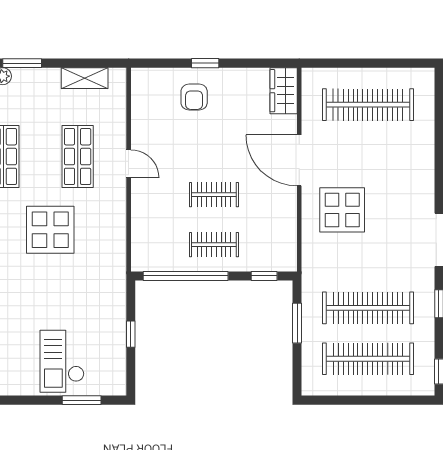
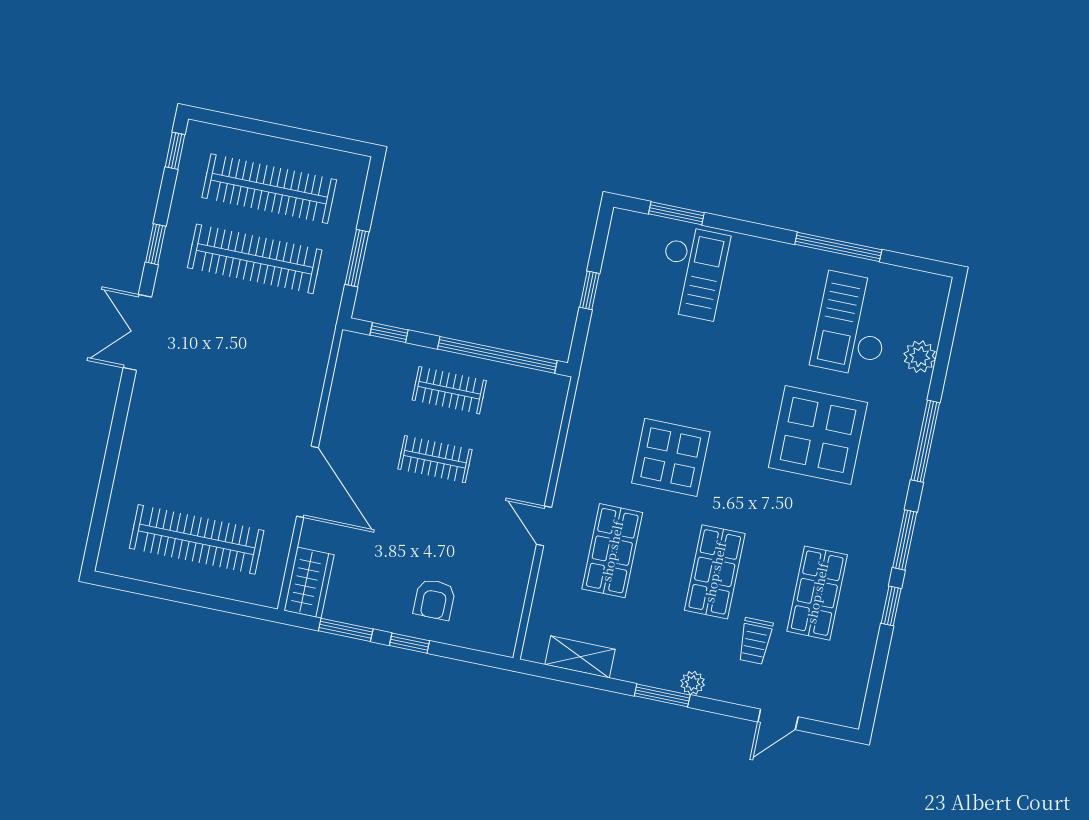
window: (251, 63) -> (346, 630), added
armchair: (194, 97) -> (434, 599), turned 180
display table: (342, 210) -> (262, 401), removed

